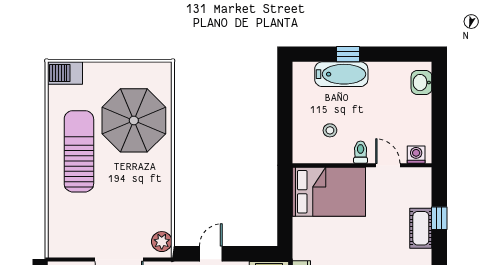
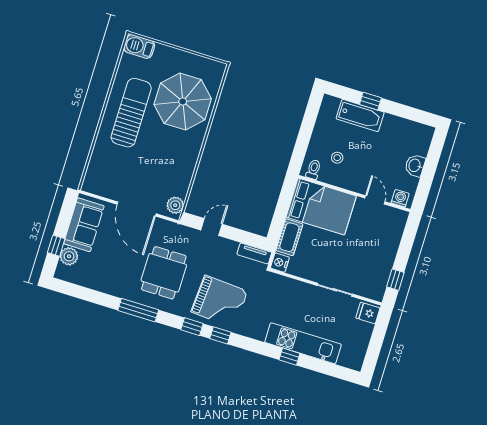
washbasin: (421, 83) -> (415, 165), moved
toilet: (361, 152) -> (313, 169), moved
window: (439, 218) -> (395, 280), moved
cot: (421, 228) -> (289, 237), moved

